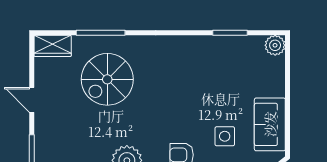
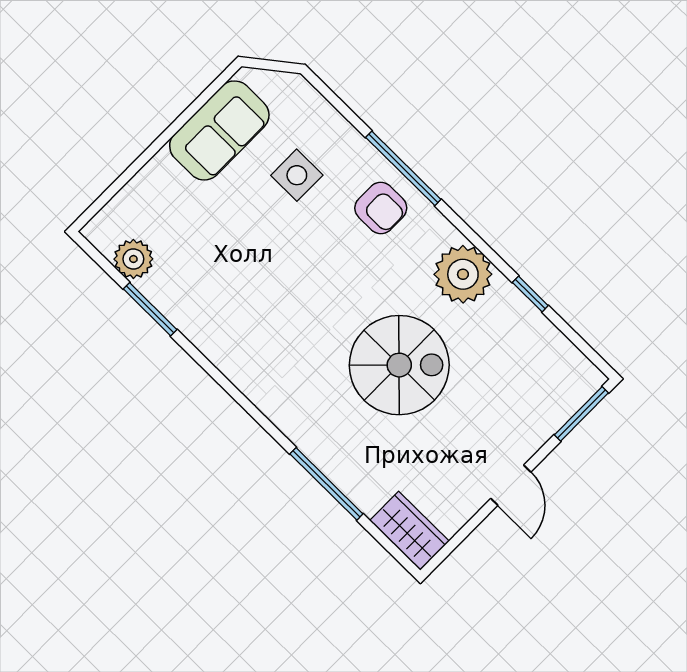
plant: (275, 45) -> (133, 259), moved
spiral stairs: (107, 79) -> (399, 365), moved

